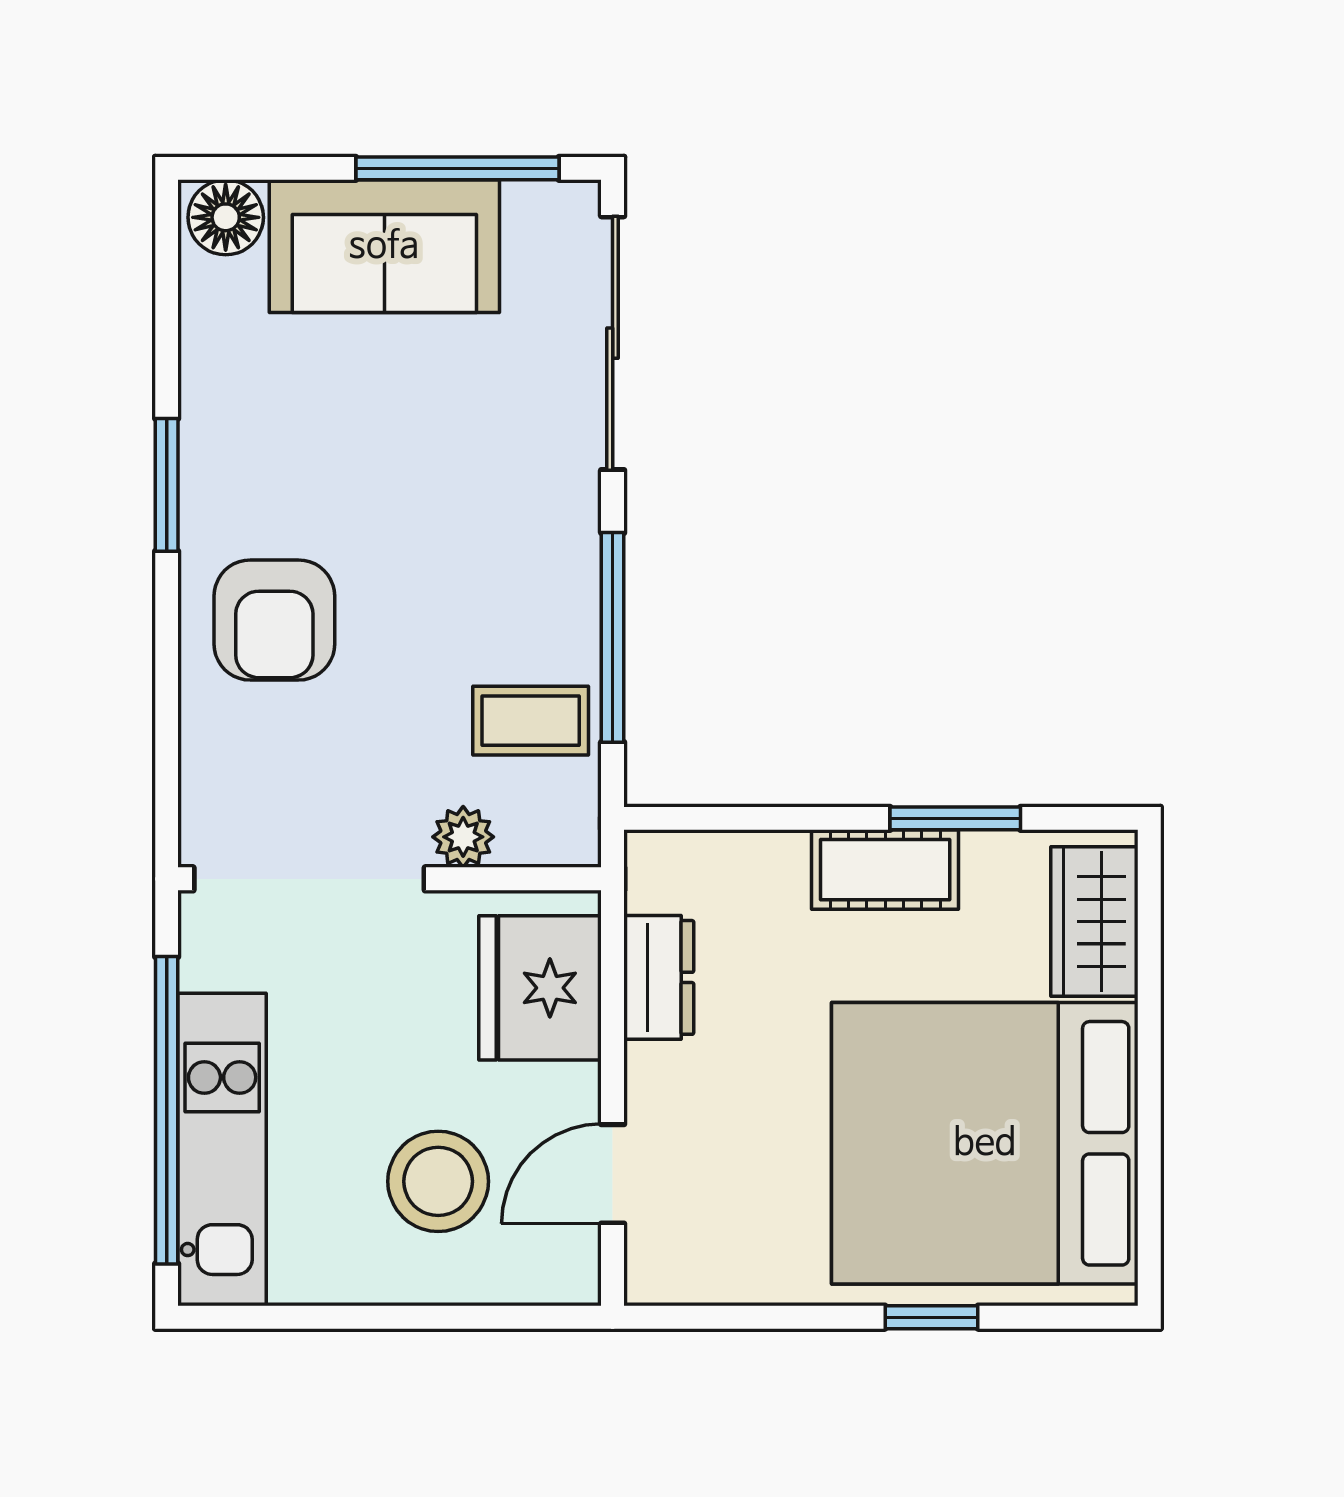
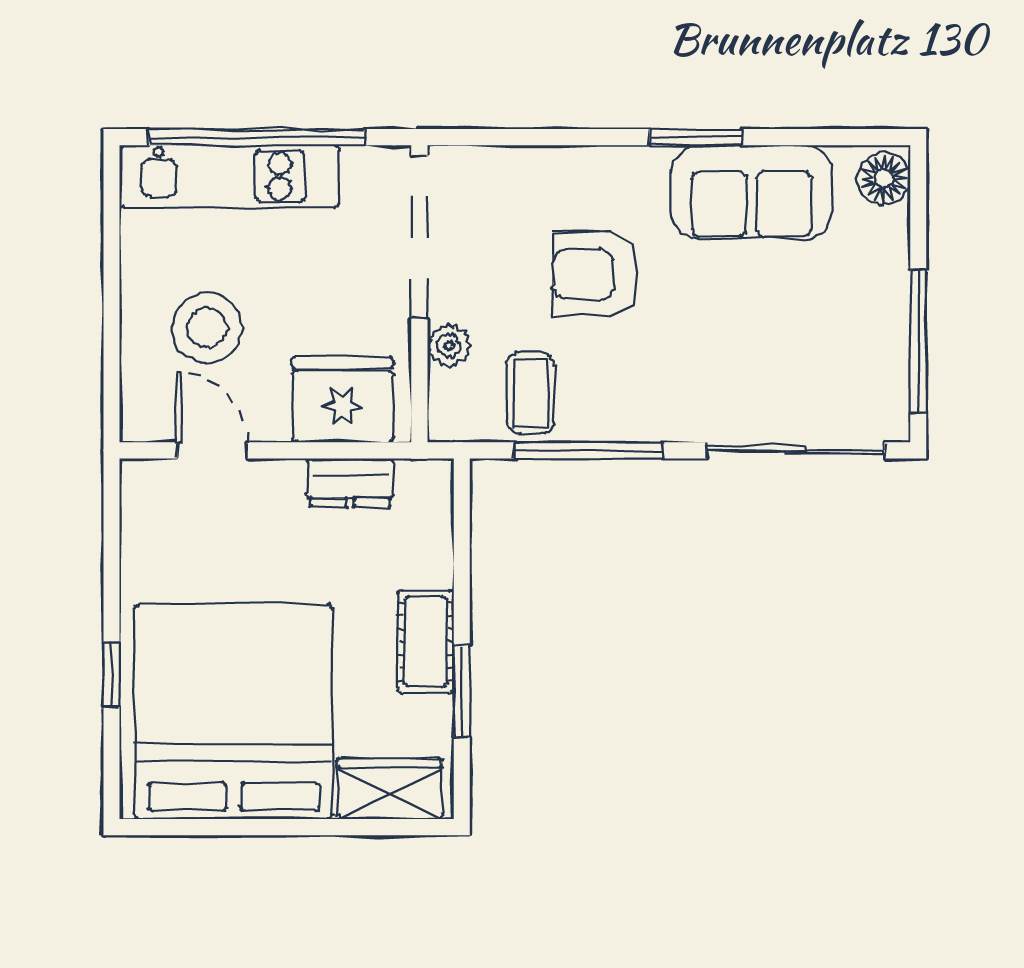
sofa: (384, 246) -> (752, 192), moved, turned -90
armchair: (274, 620) -> (595, 274), moved

